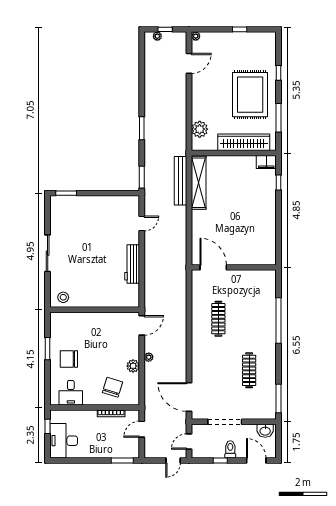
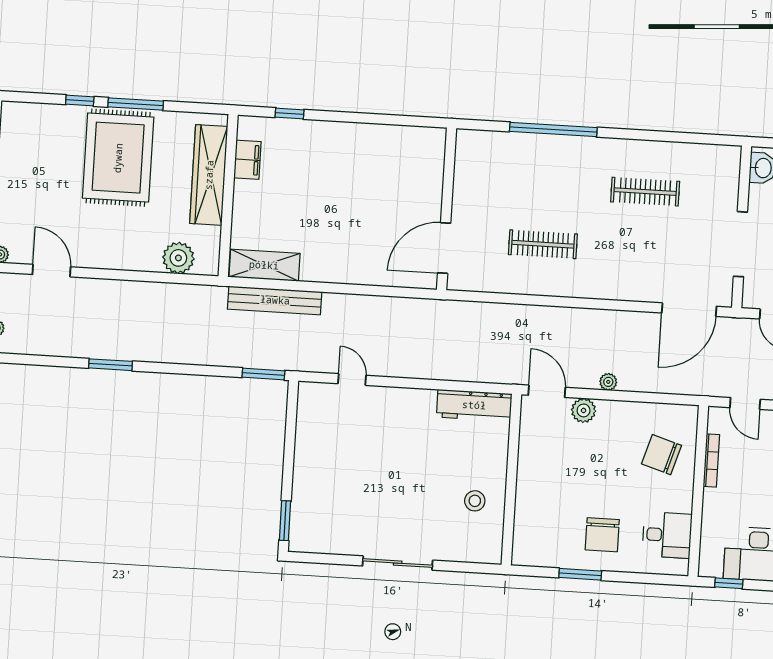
rug: (250, 95) -> (118, 158), turned 90
window: (278, 118) -> (136, 104), moved
window: (142, 128) -> (110, 365), moved
filing cabinet: (266, 162) -> (247, 160), moved
shelving: (199, 183) -> (264, 265), width x0.68
workbench: (132, 264) -> (474, 405), moved
stool: (63, 297) -> (475, 501), moved
plant: (133, 366) -> (584, 410), moved
window: (278, 398) -> (702, 139), removed

